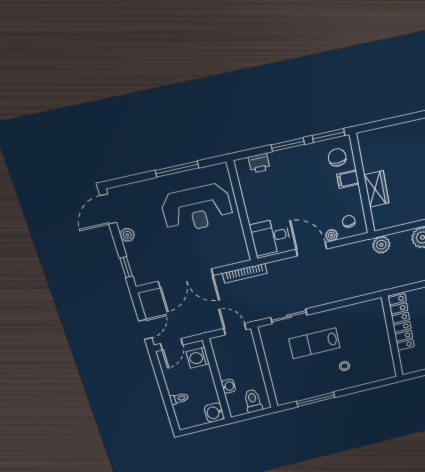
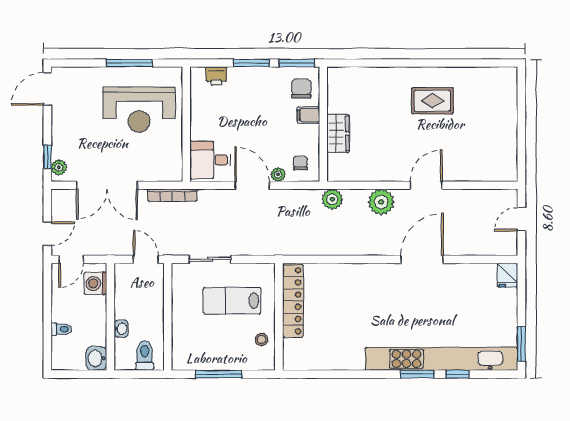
plant: (127, 235) -> (59, 167), moved
locker: (401, 322) -> (293, 301), moved
wall: (392, 337) -> (279, 317), moved

